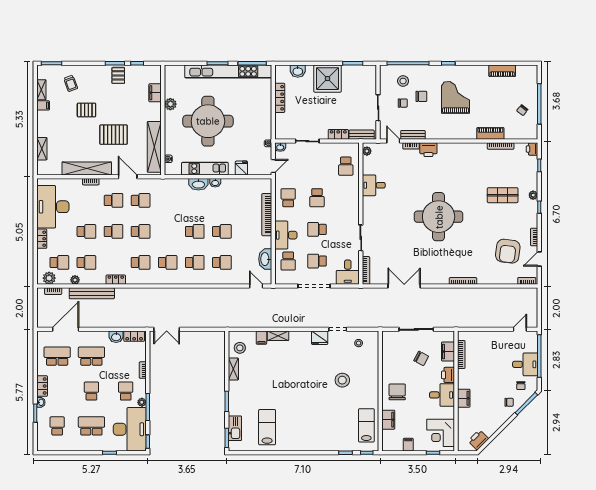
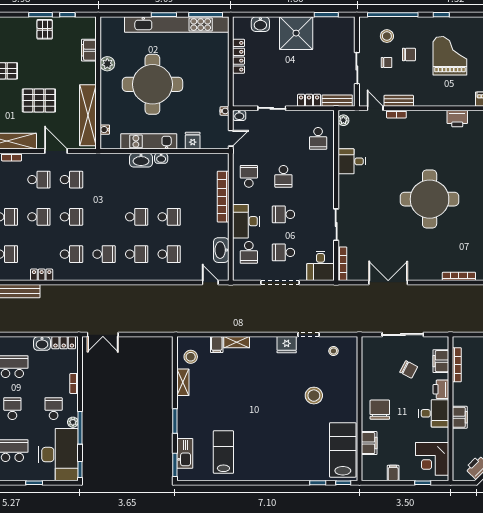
printer: (428, 150) -> (457, 119), moved
lab bench: (366, 425) -> (343, 450), width x1.36, depth x1.39

